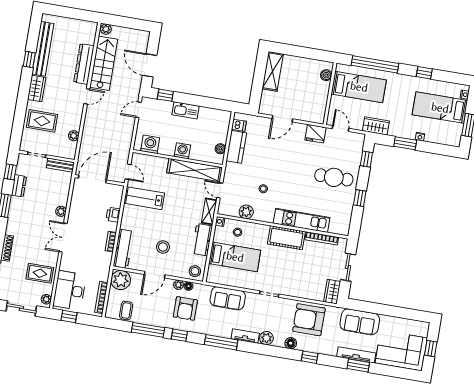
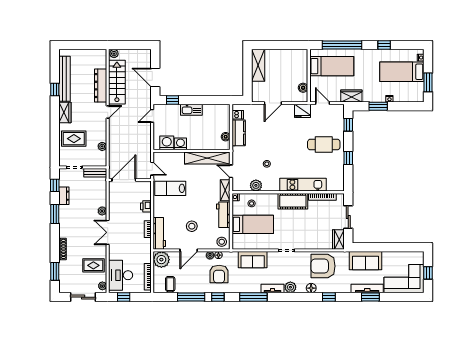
boiler: (326, 75) -> (303, 88), moved
washing machine: (182, 151) -> (180, 144), moved

